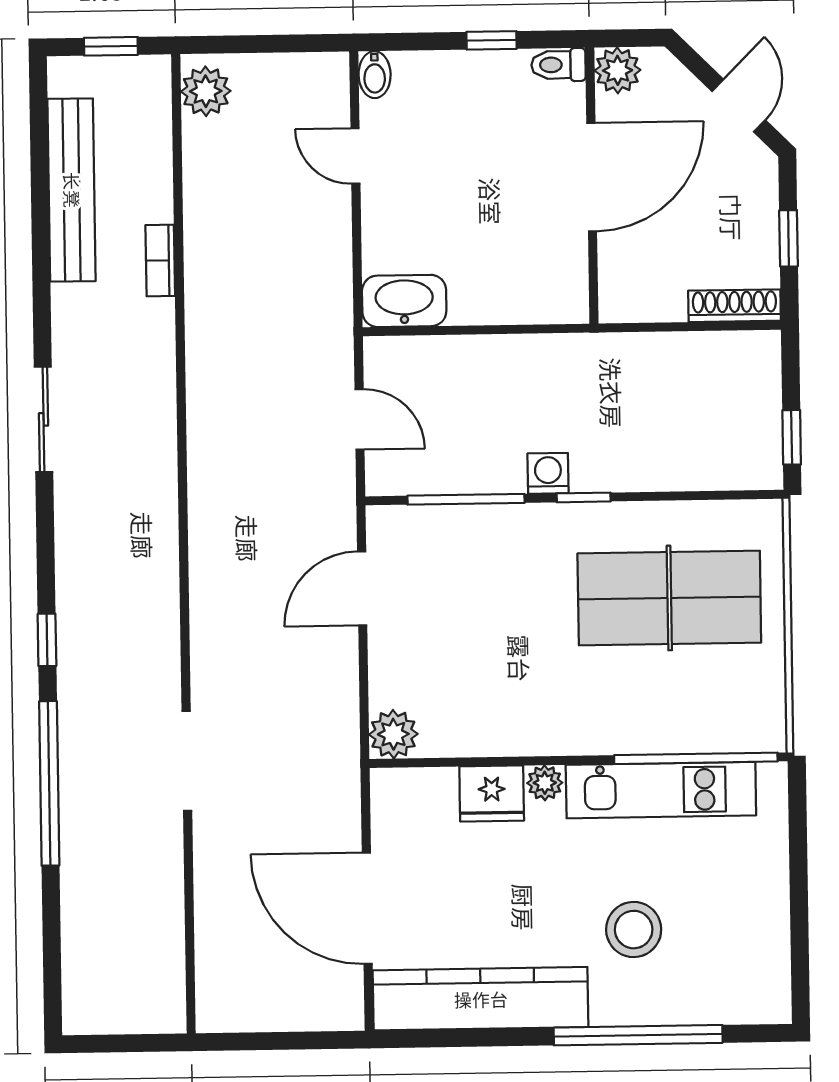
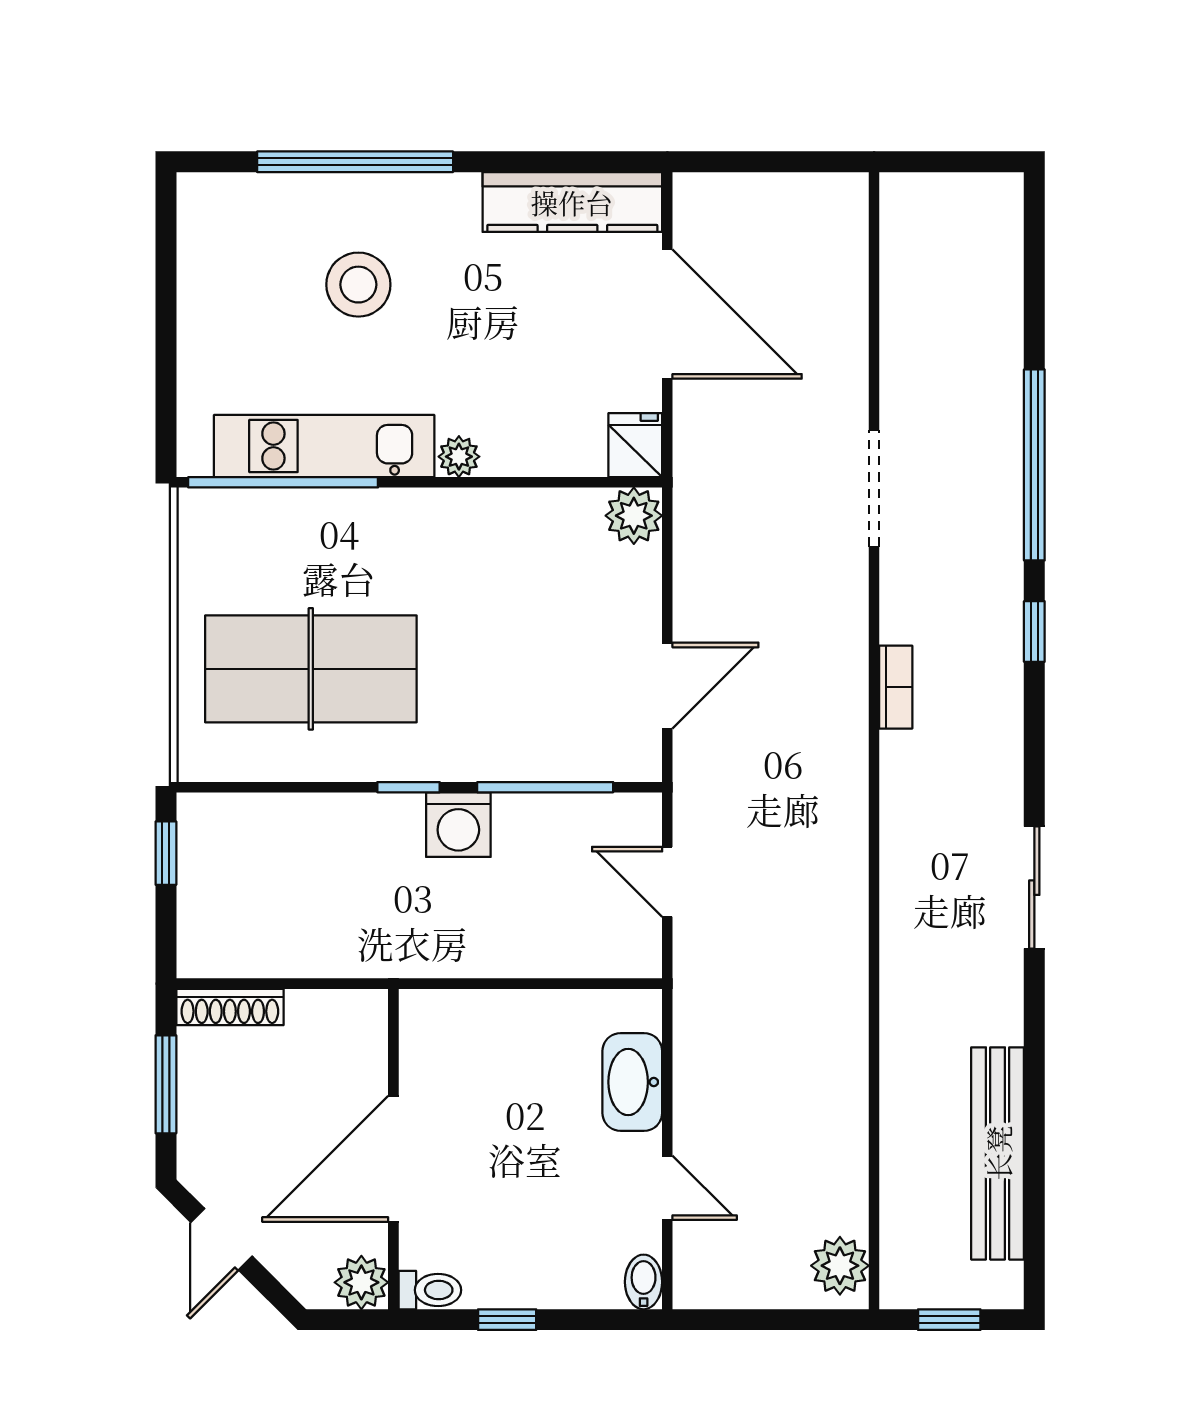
window: (789, 238) -> (166, 1084), width x1.50
bookcase: (160, 260) -> (896, 687), moved
washbasin: (404, 301) -> (632, 1082), moved, turned 90
washing machine: (548, 473) -> (458, 825), width x1.38, depth x1.38
fridge: (492, 794) -> (635, 445), moved, width x0.72
kitchen counter: (481, 999) -> (572, 202), width x0.72, depth x0.86

